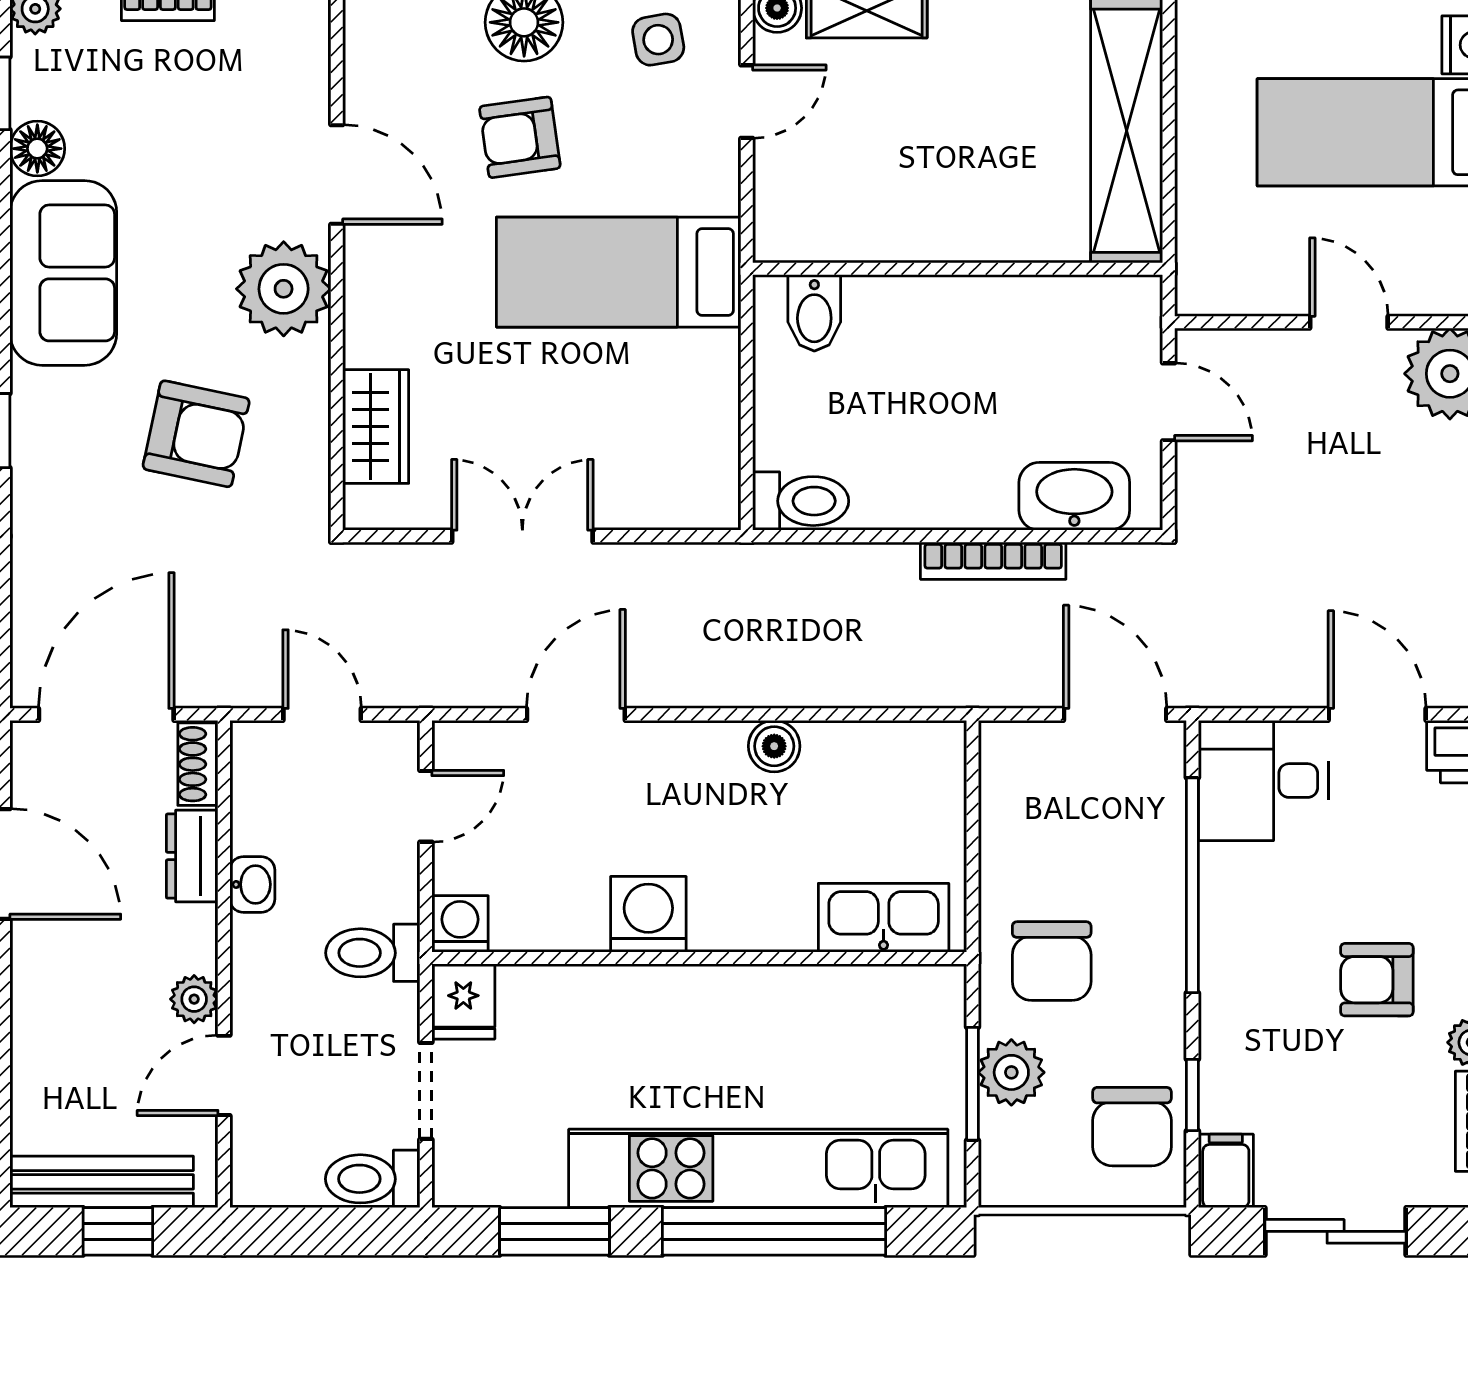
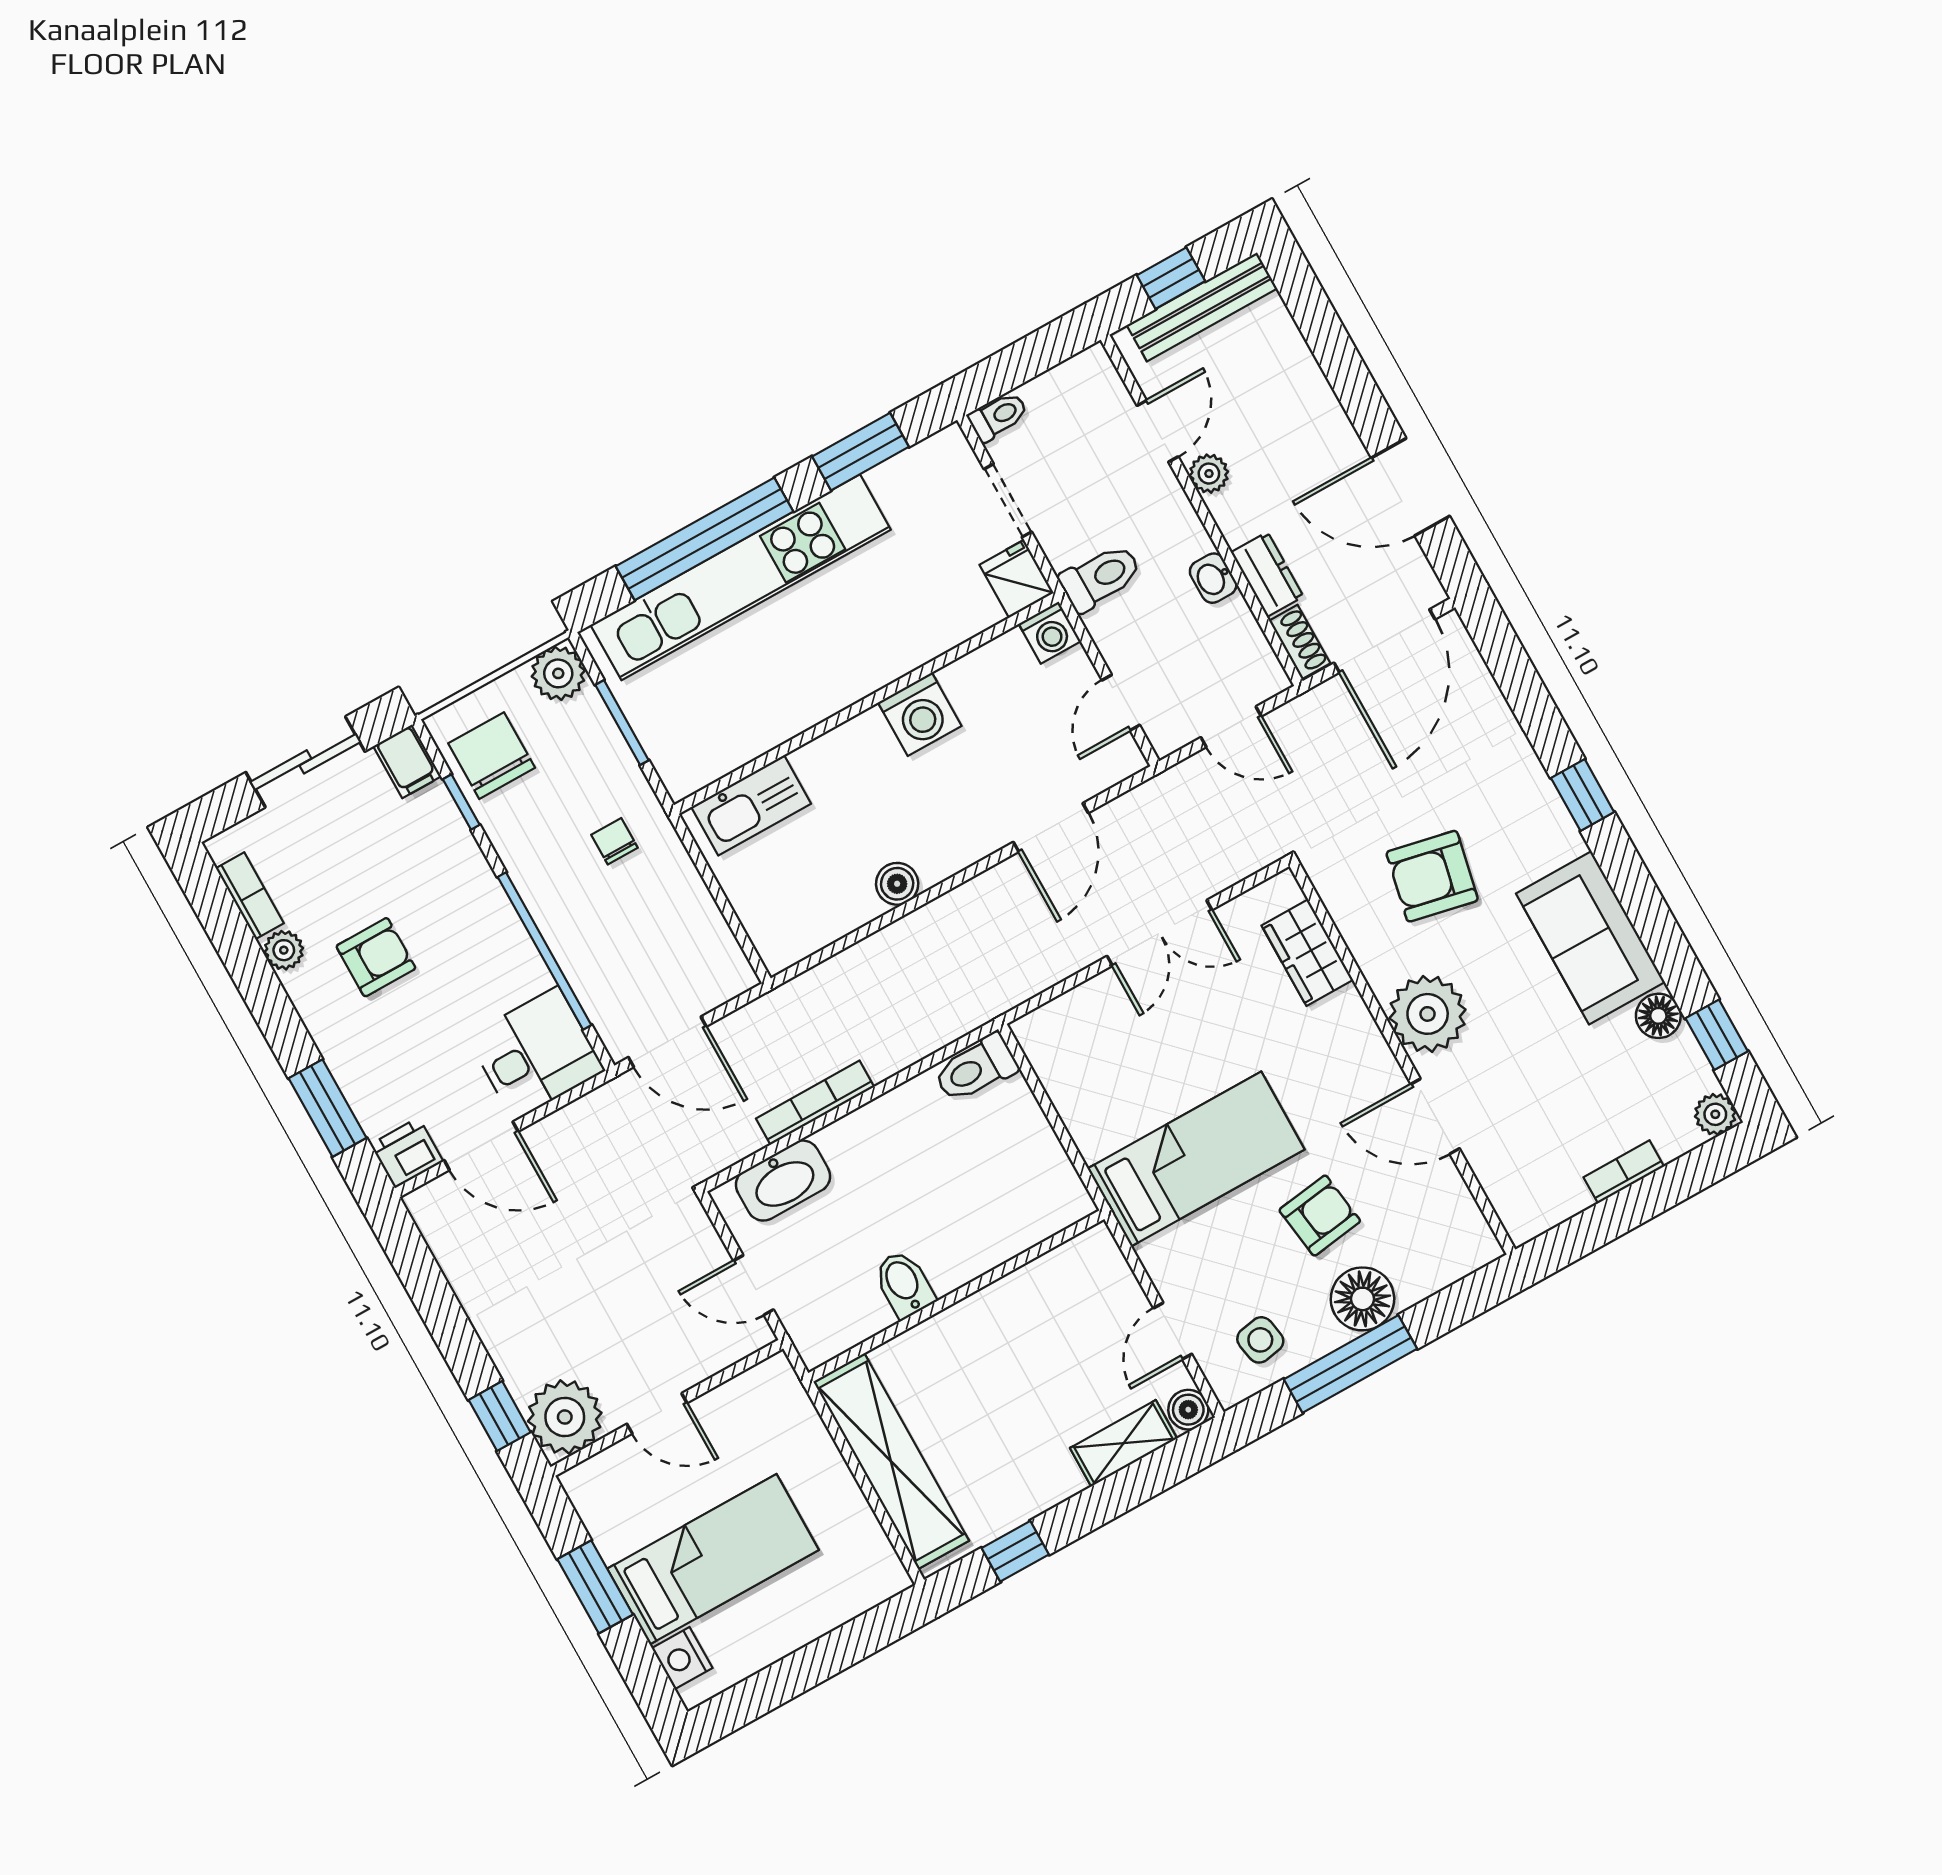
bidet: (814, 313) -> (904, 1284), moved
chair: (1052, 961) -> (614, 841), width x0.54, depth x0.54
plant: (1011, 1072) -> (558, 673), moved
toilet: (373, 1179) -> (998, 416), width x0.73, depth x0.72

